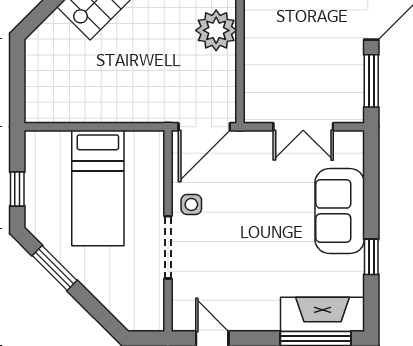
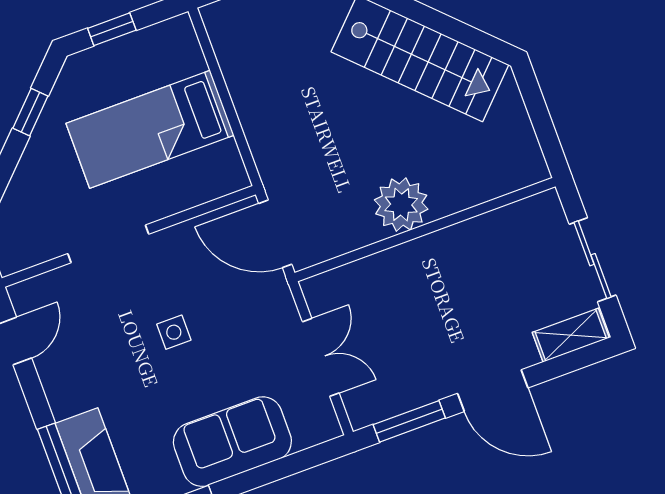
double door: (303, 127) -> (321, 357), swing flipped
side table: (191, 204) -> (174, 332), moved
window: (55, 268) -> (30, 112), width x0.67

